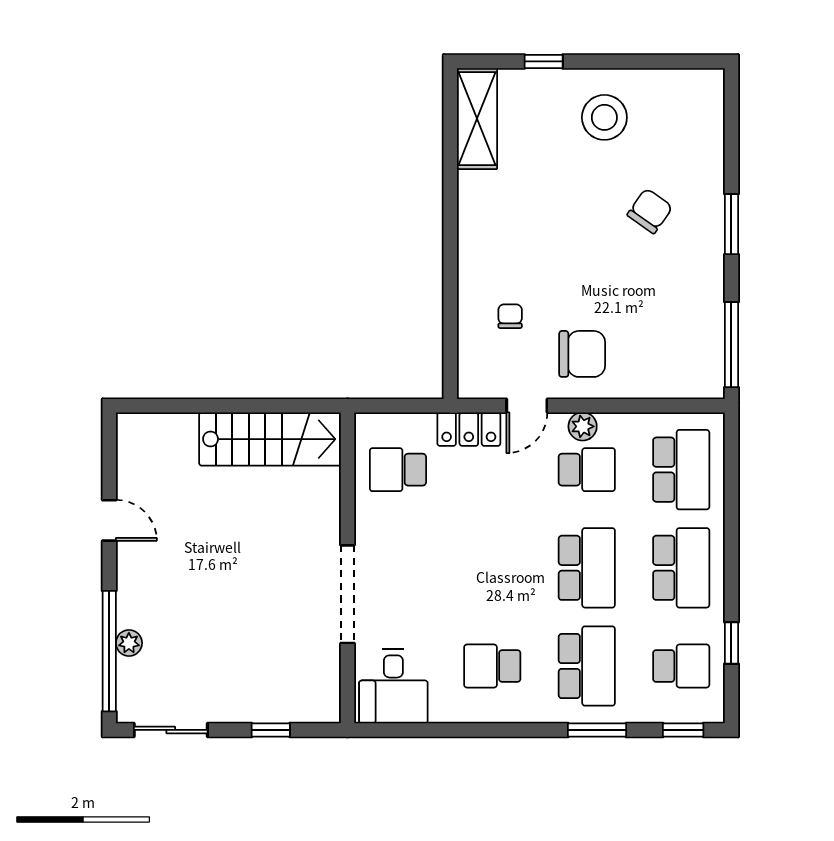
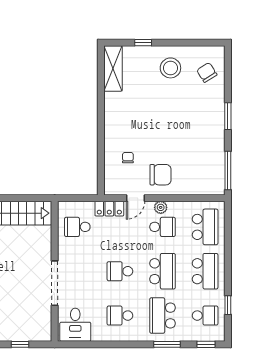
chair: (650, 211) -> (207, 72), moved, turned -67
school desk: (492, 568) -> (120, 271), added
school desk: (587, 666) -> (163, 316), turned 180

